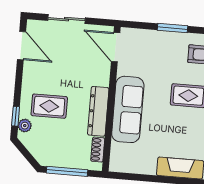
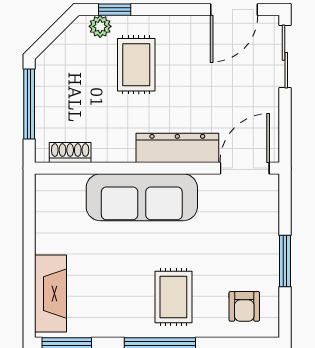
sliding door: (67, 19) -> (285, 56), moved
dresser: (98, 111) -> (177, 148), moved

